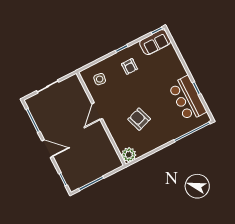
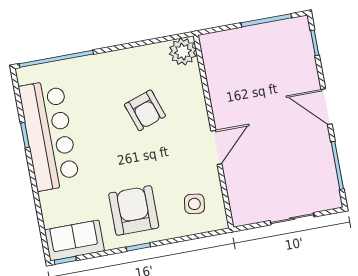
armchair: (130, 66) -> (134, 210), width x1.88, depth x1.88
bar counter: (188, 99) -> (49, 135), width x1.36

